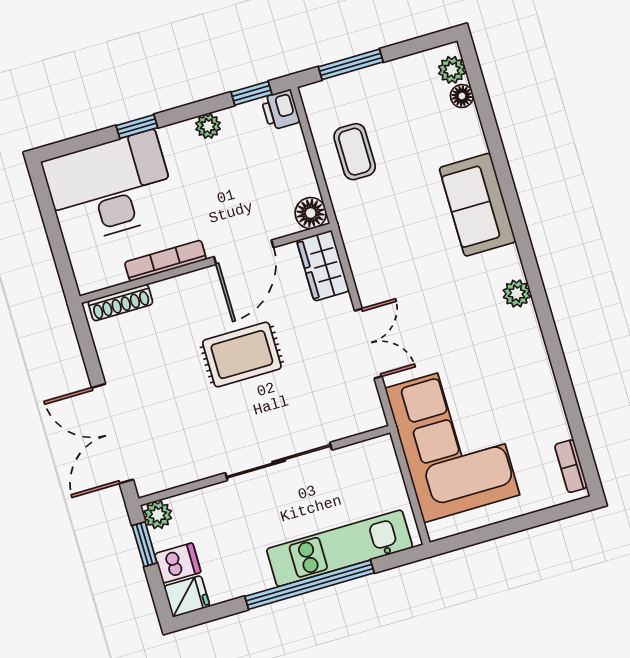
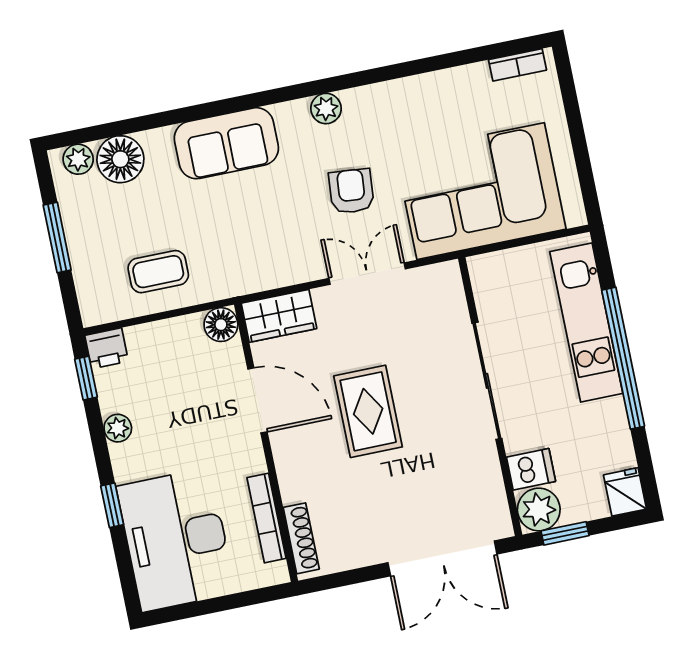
window: (351, 64) -> (57, 238), moved
floor lamp: (462, 96) -> (120, 159), width x1.89, depth x1.89
bookcase: (165, 261) -> (266, 518), moved
armchair: (443, 323) -> (351, 191), added
plant: (158, 515) -> (539, 510), width x1.38, depth x1.38
dishwasher: (178, 563) -> (531, 469), moved, turned 90

